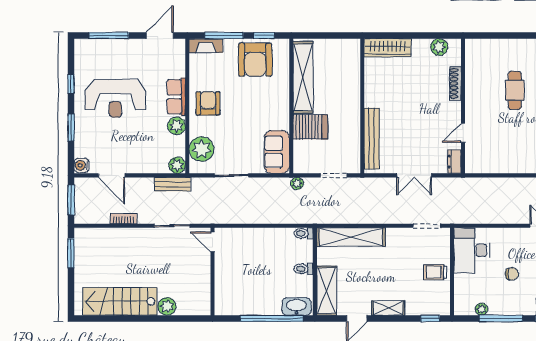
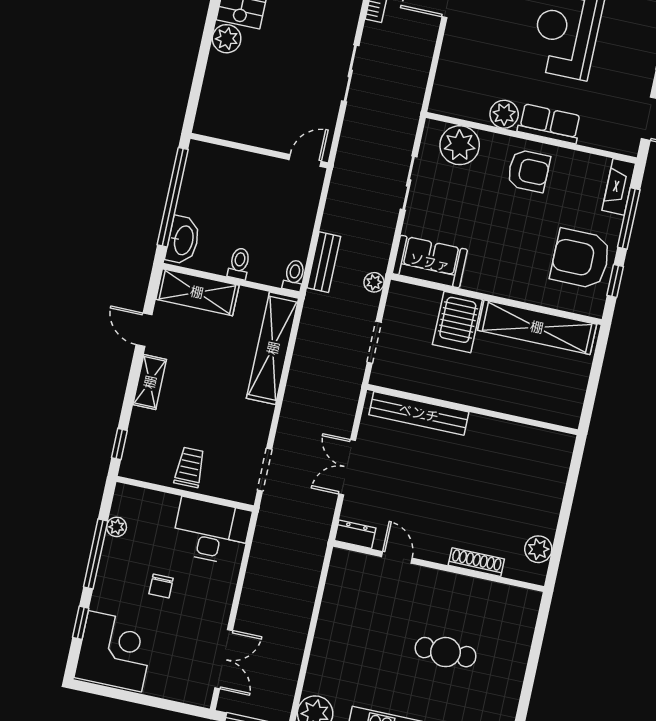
wardrobe: (388, 48) -> (555, 469), removed
plant: (177, 165) -> (443, 102), removed
bench: (172, 184) -> (324, 262), moved
door: (212, 242) -> (305, 161), moved
wall: (212, 271) -> (259, 151), moved

